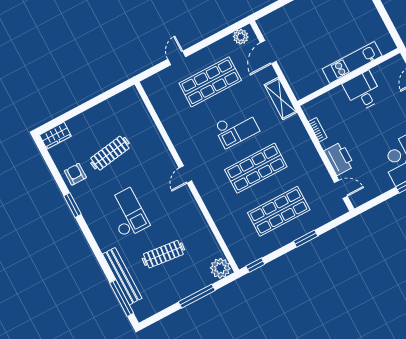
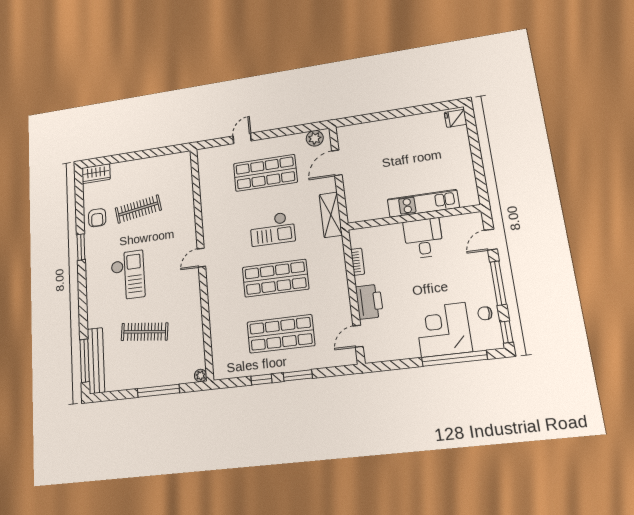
armchair: (75, 174) -> (97, 218), turned 180
door: (341, 189) -> (358, 336), swing flipped
window: (255, 265) -> (262, 379), moved
plant: (220, 268) -> (201, 376), width x0.53, depth x0.53
bench: (122, 276) -> (96, 360), moved

